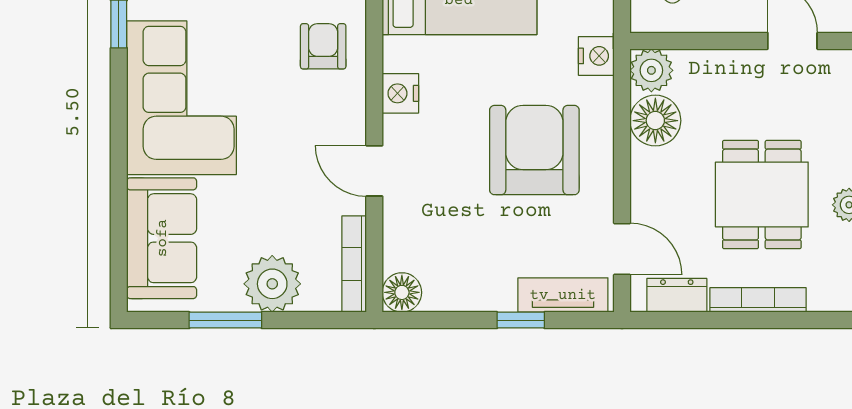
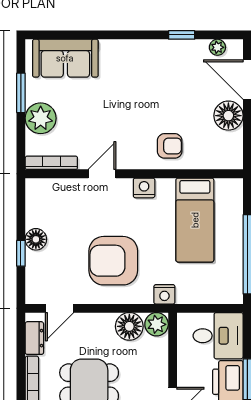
corner sofa: (182, 98) -> (142, 69), removed
armchair: (534, 150) -> (113, 261), turned 180
floor lamp: (402, 292) -> (36, 239), moved
tv unit: (563, 295) -> (35, 276), removed

